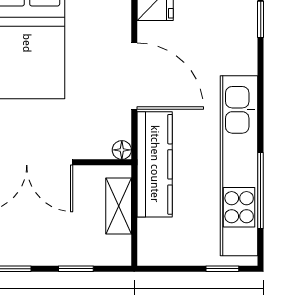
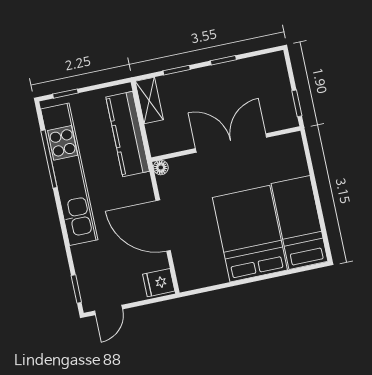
kitchen counter: (155, 164) -> (128, 134), moved
shelving: (119, 206) -> (149, 100), moved

